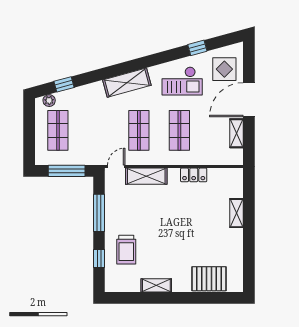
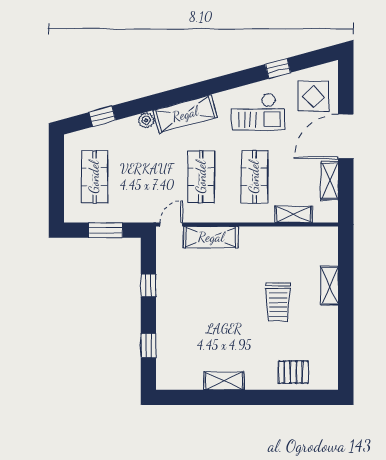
plant: (49, 101) -> (146, 120), moved
shelving: (209, 159) -> (294, 214), added
window: (67, 171) -> (106, 230), width x0.69
locker: (194, 175) -> (273, 235), removed
window: (99, 213) -> (148, 285), width x0.46
trolley: (126, 250) -> (278, 302), moved
pallet: (209, 279) -> (293, 372), width x0.67, depth x0.71

